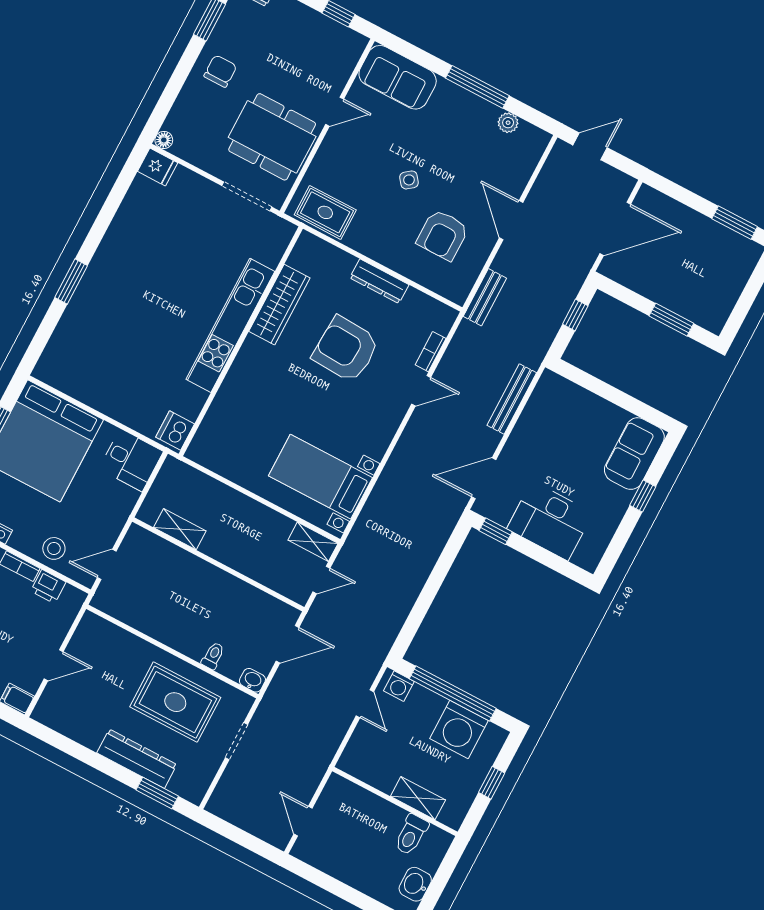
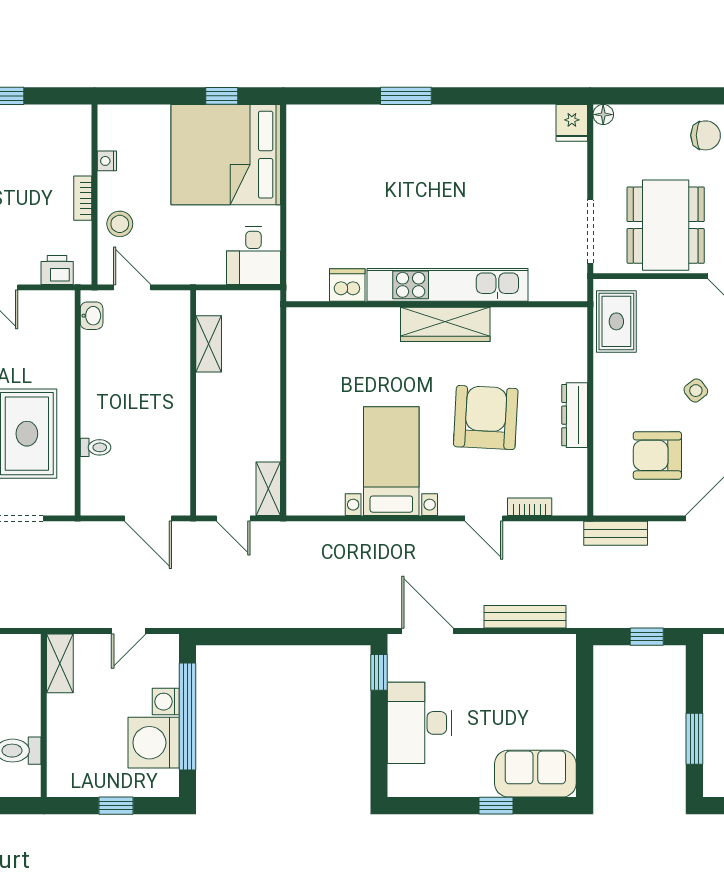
wardrobe: (279, 305) -> (445, 324), moved
dishwasher: (175, 431) -> (347, 285), moved
bed with nightstands: (321, 477) -> (391, 461), moved
printer: (48, 587) -> (57, 270), moved, turned 90
washbasin: (252, 680) -> (92, 316), moved
washing machine: (399, 686) -> (166, 702), moved
shelving: (418, 798) -> (60, 663), moved

